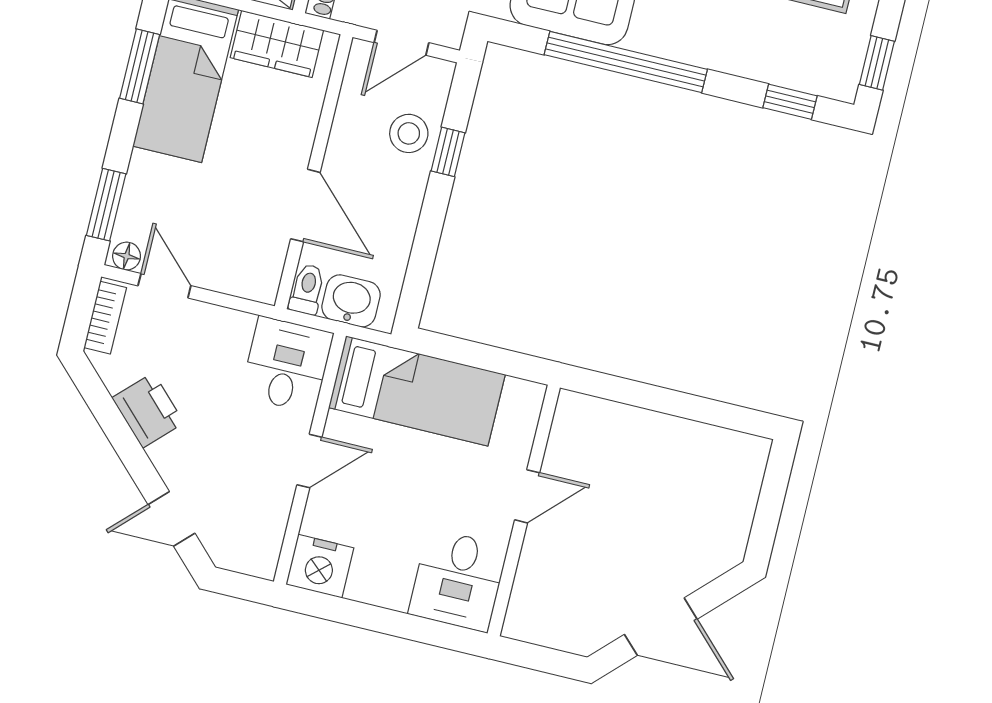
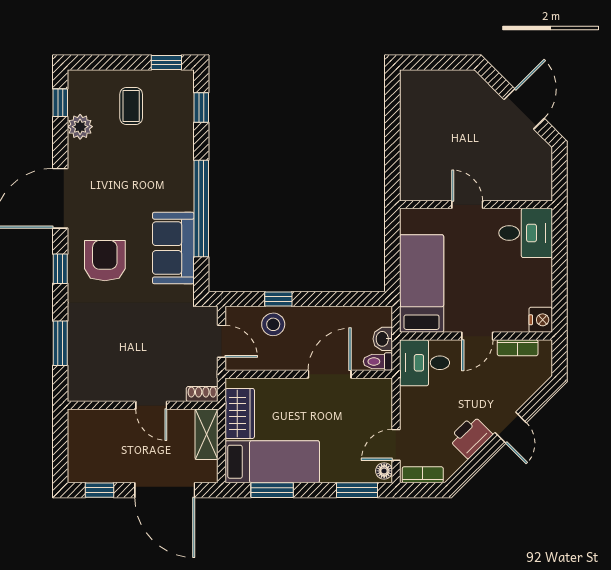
washbasin: (351, 301) -> (383, 339), width x0.72, depth x0.69
door: (309, 461) -> (477, 336), swing flipped
door: (171, 519) -> (511, 428), moved
bookcase: (275, 522) -> (518, 348), added
nightstand: (320, 566) -> (541, 320), width x0.74, depth x0.75

